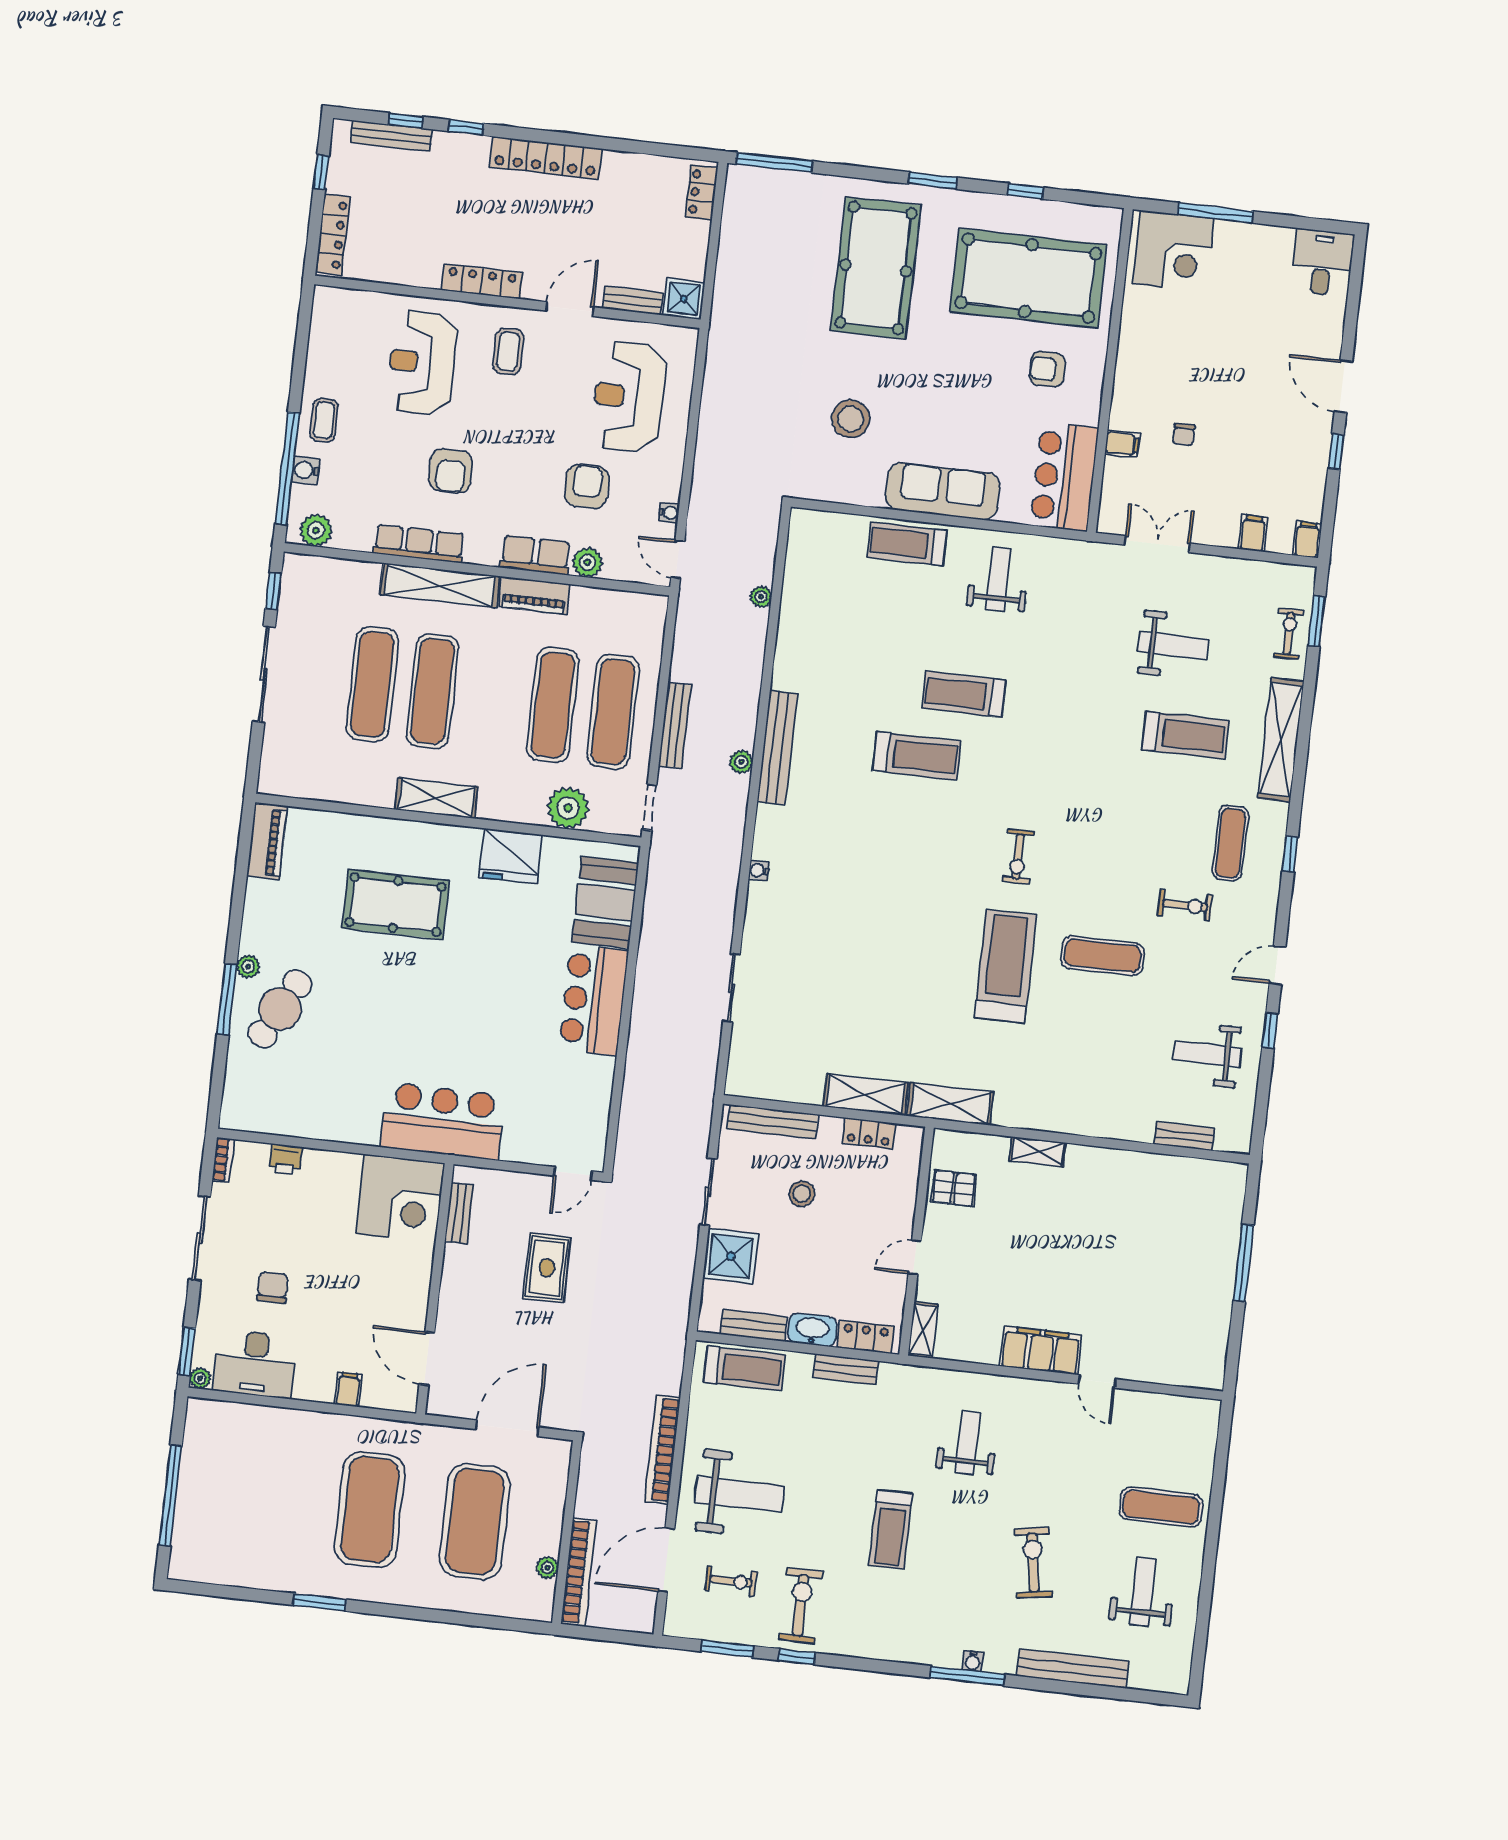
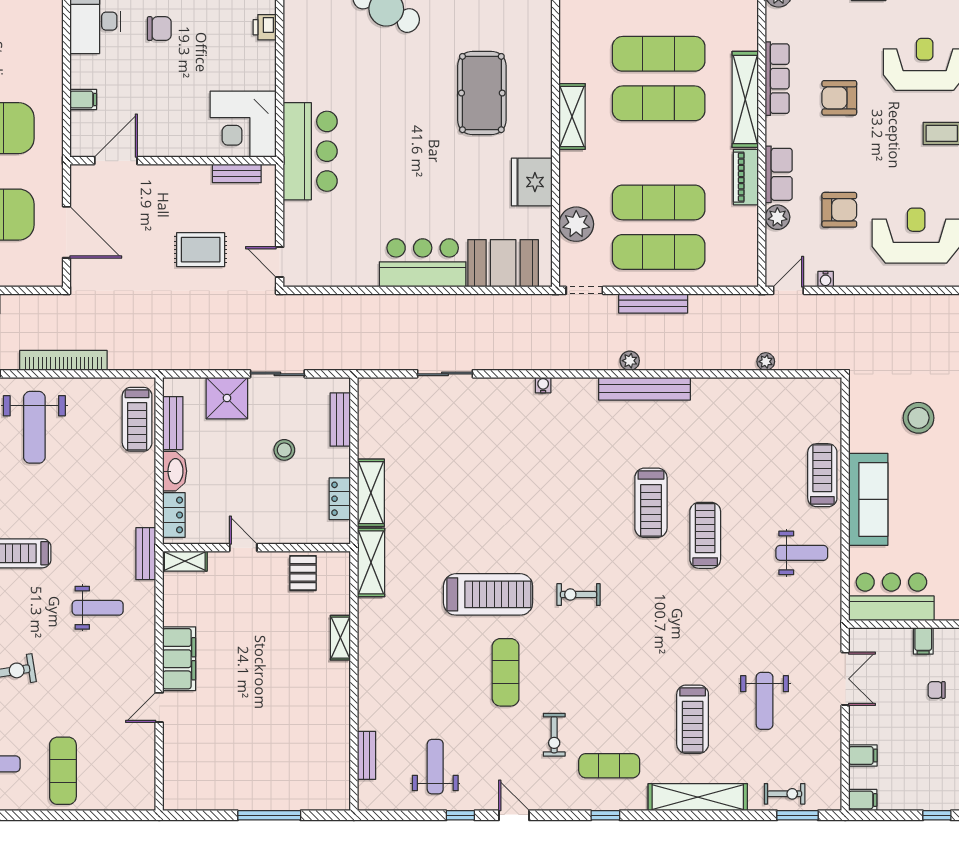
bench: (773, 1122) -> (340, 420), width x0.73
bench: (846, 1369) -> (146, 554), moved

